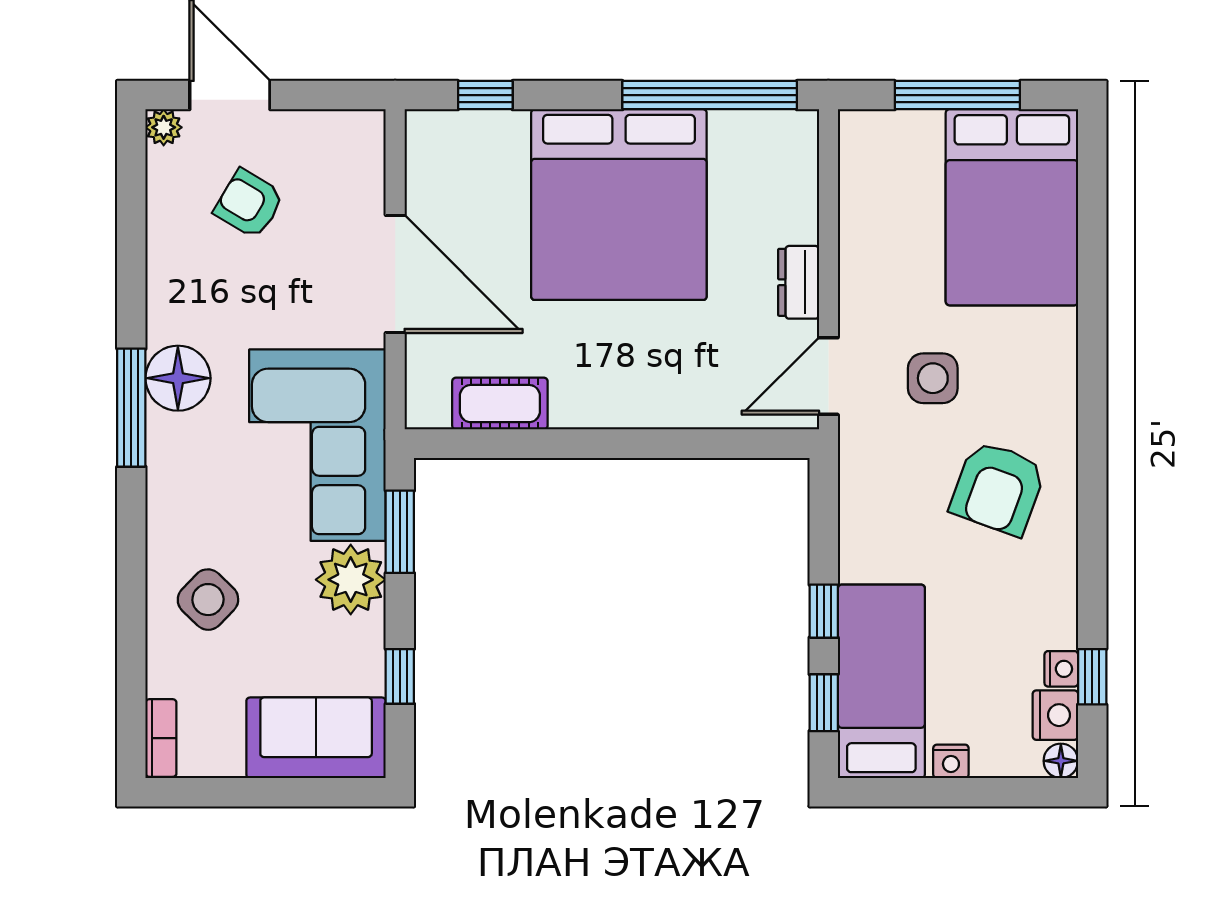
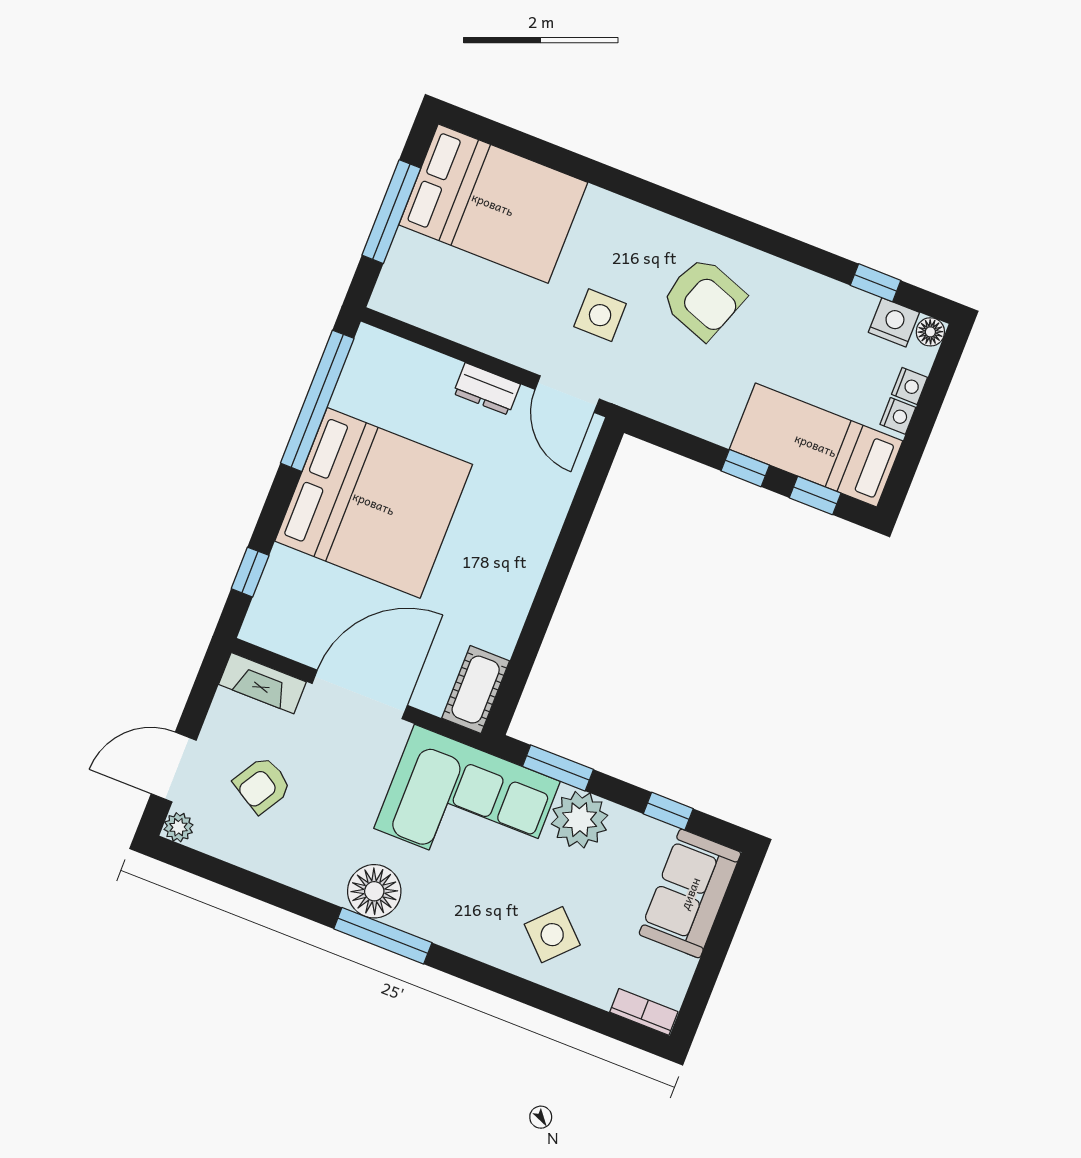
fireplace: (365, 159) -> (262, 683), added
cot: (500, 404) -> (476, 690), moved
nightstand: (1061, 669) -> (910, 386), moved, turned 90

